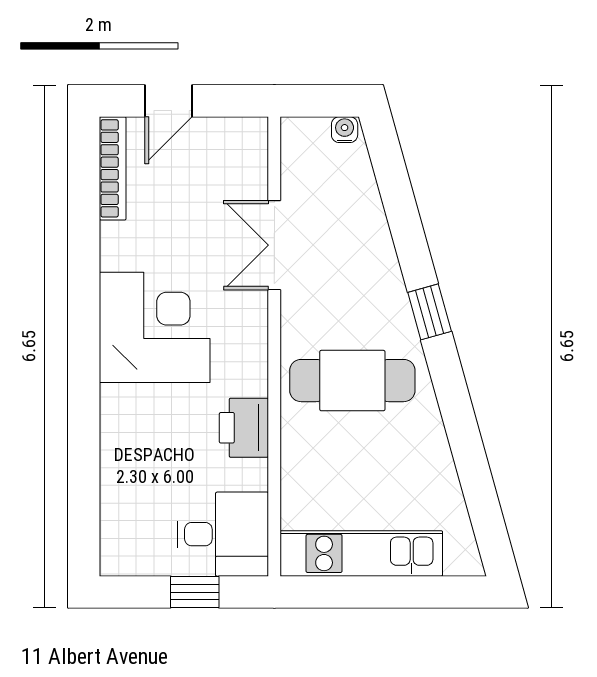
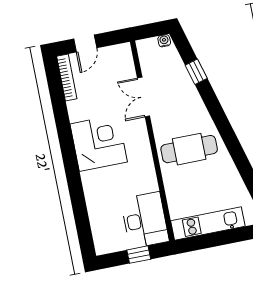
window: (430, 312) -> (196, 72), moved
printer: (244, 428) -> (146, 179), removed
desk: (223, 534) -> (145, 220), width x1.37

